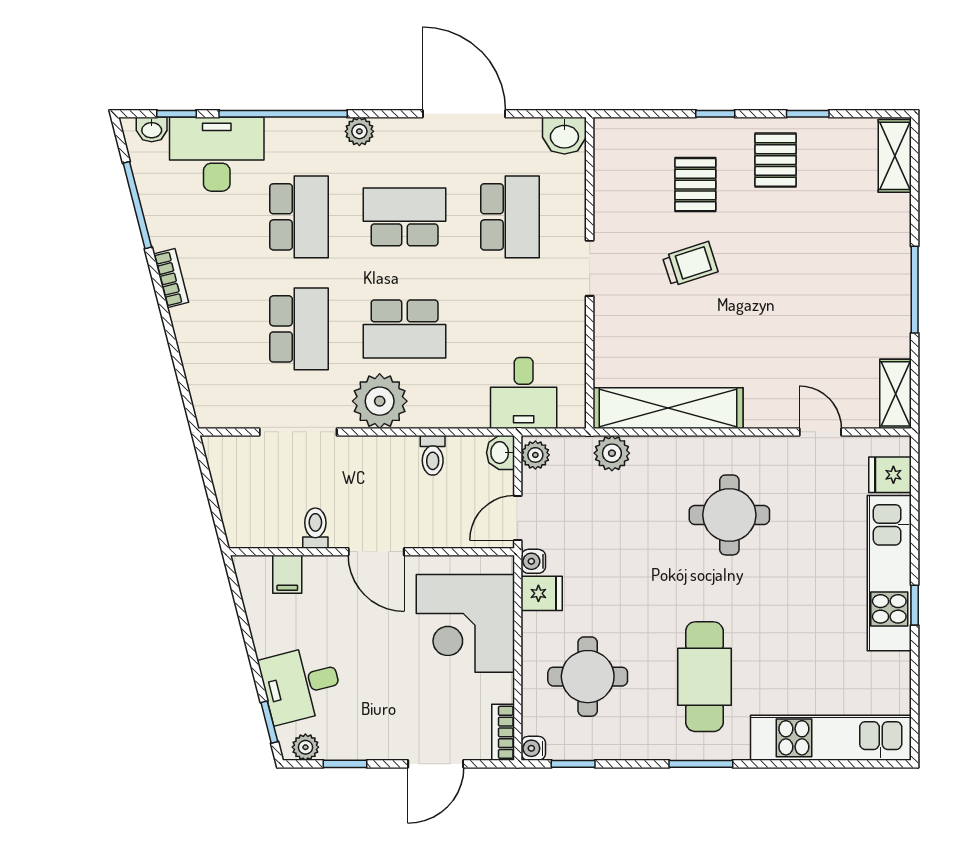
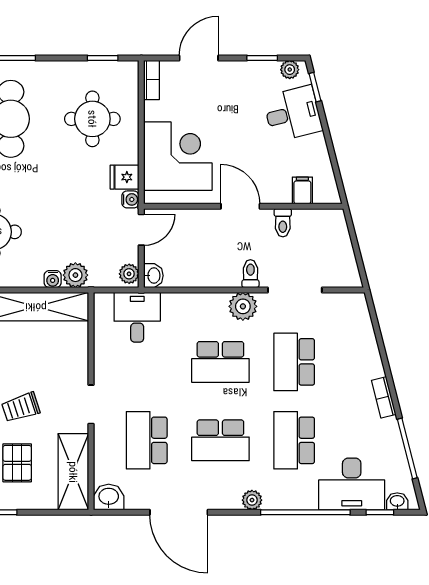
shelving: (615, 172) -> (73, 472), added
school desk: (405, 329) -> (220, 362), turned 180
plant: (380, 401) -> (243, 306), width x0.73, depth x0.73
toilet: (433, 455) -> (250, 274), moved
water cooler: (533, 748) -> (53, 279), moved, turned 90

